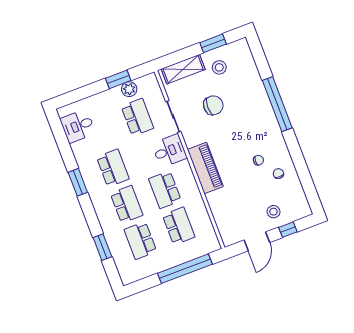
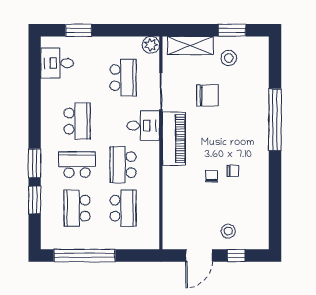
window: (118, 79) -> (79, 30), moved
plant: (129, 89) -> (151, 45), moved
piano: (205, 168) -> (174, 139), moved
chair: (278, 174) -> (212, 176), moved
window: (78, 182) -> (35, 163), moved
school desk: (127, 204) -> (77, 165), turned -90
window: (185, 269) -> (84, 255), moved

